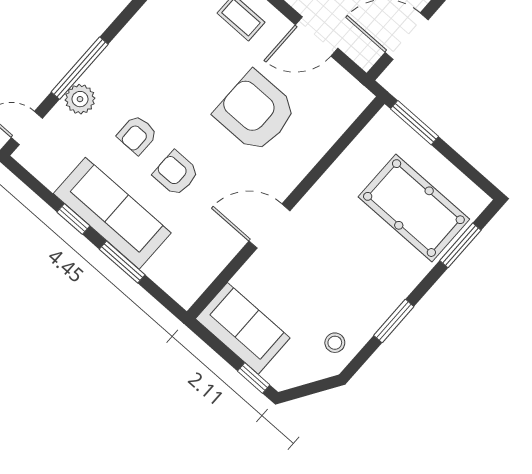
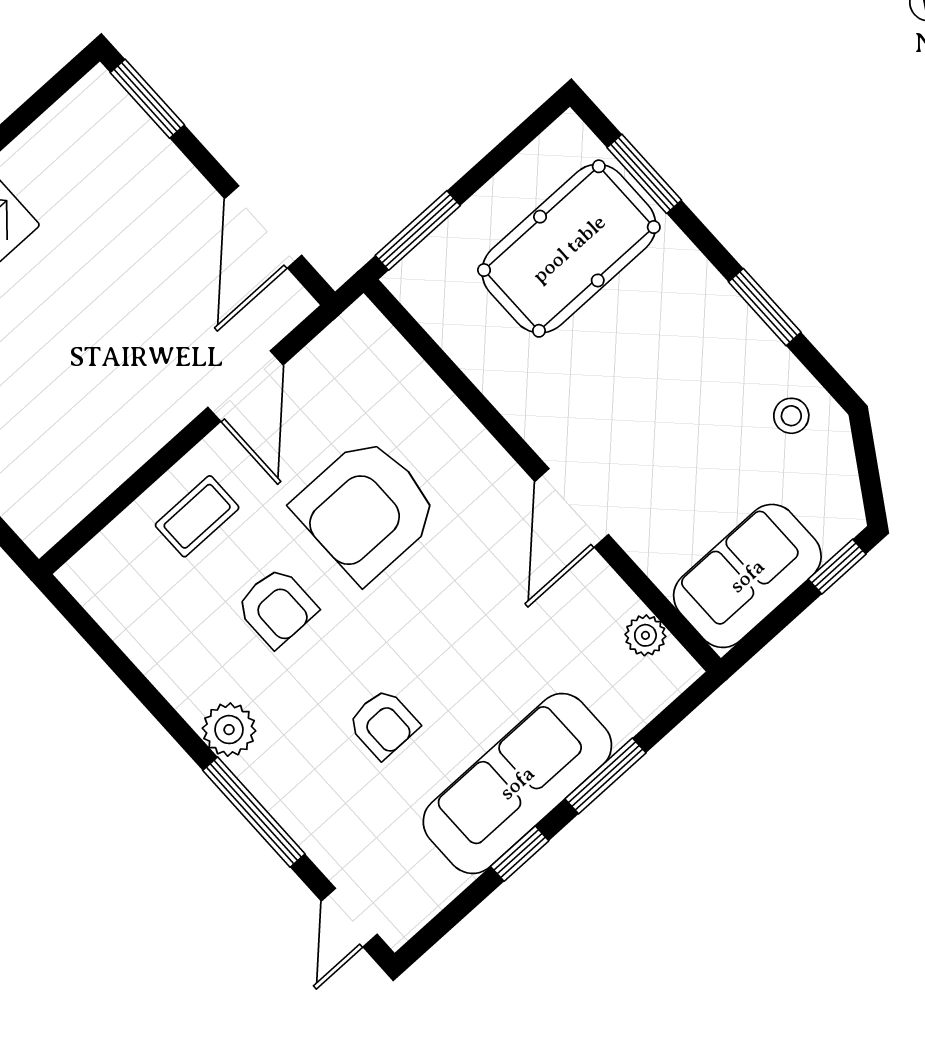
plant: (80, 99) -> (229, 730), moved
armchair: (176, 173) -> (277, 607), moved, turned -90
plant: (203, 275) -> (645, 635), added

